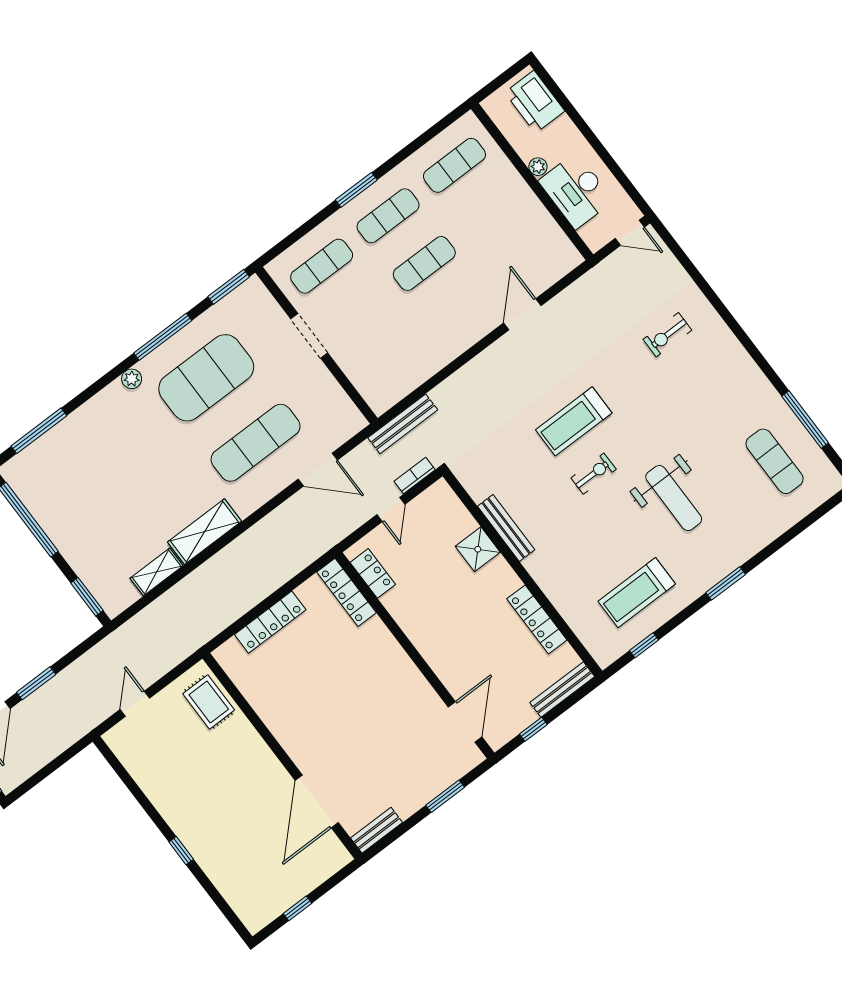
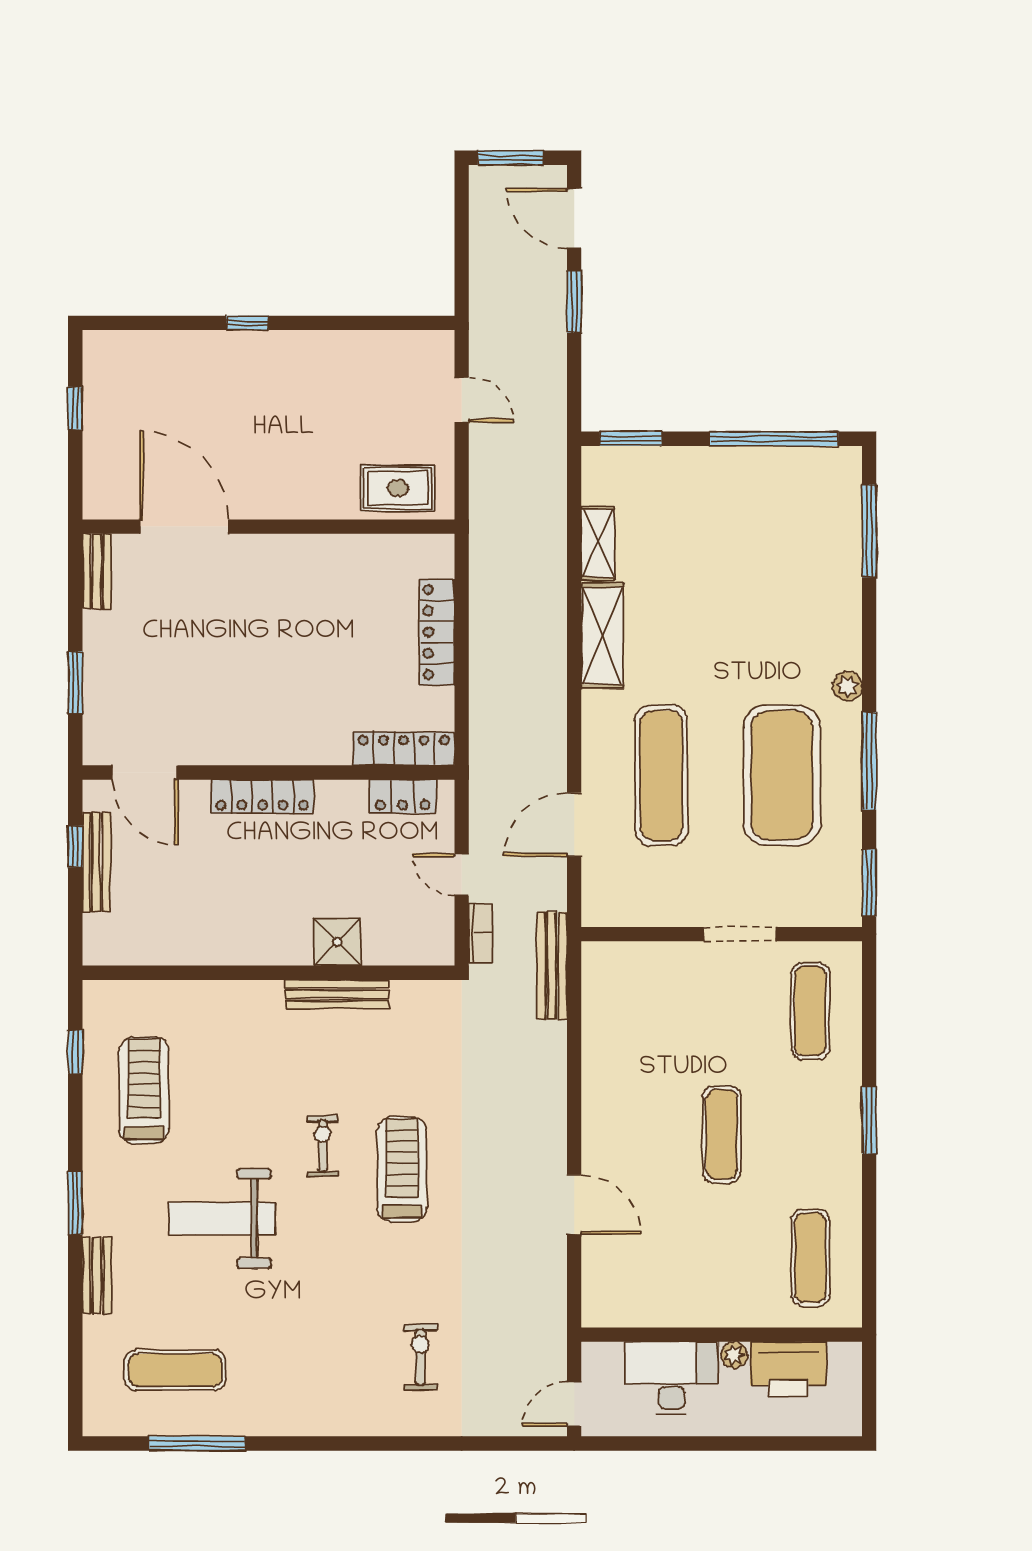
printer: (535, 102) -> (788, 1369), moved, turned 180
exercise mat: (388, 216) -> (810, 1134), removed
exercise bike: (594, 474) -> (323, 1146), turned 180
bench: (756, 542) -> (97, 1275), added
locker: (537, 619) -> (262, 797), moved, turned 180
bench: (562, 690) -> (96, 862), moved

